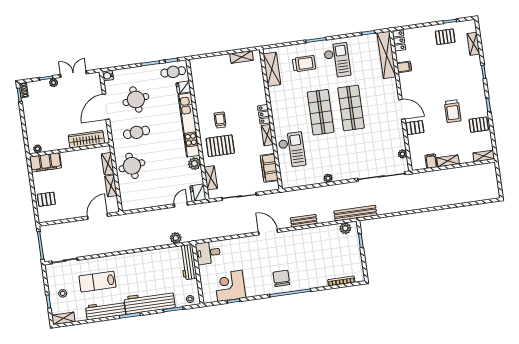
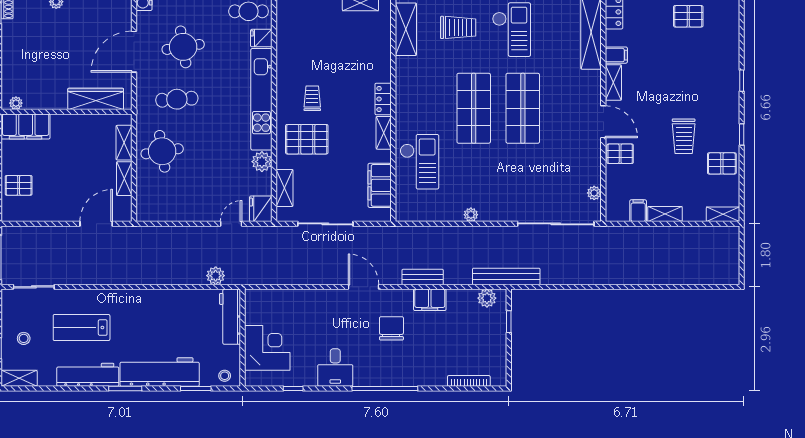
shelving: (473, 44) -> (613, 83), moved
filing cabinet: (310, 234) -> (430, 300), added
desk: (208, 253) -> (335, 368), moved, turned -90
chair: (281, 278) -> (391, 328), moved
corner desk: (230, 286) -> (267, 348), moved, turned 90

